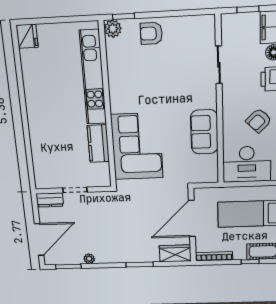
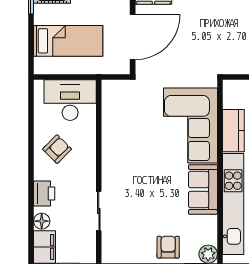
armchair: (151, 33) -> (168, 247), turned -90
sofa: (204, 132) -> (203, 190), moved, turned 180

